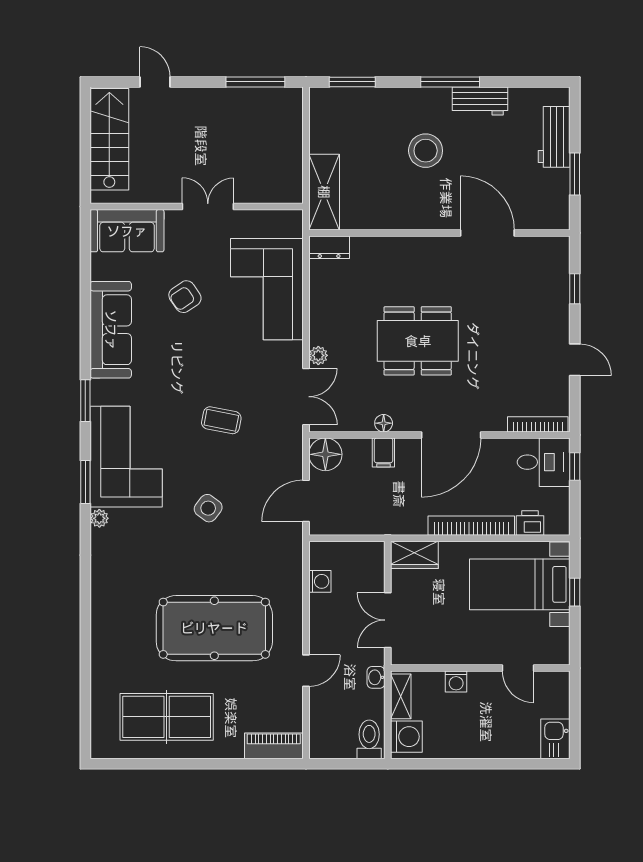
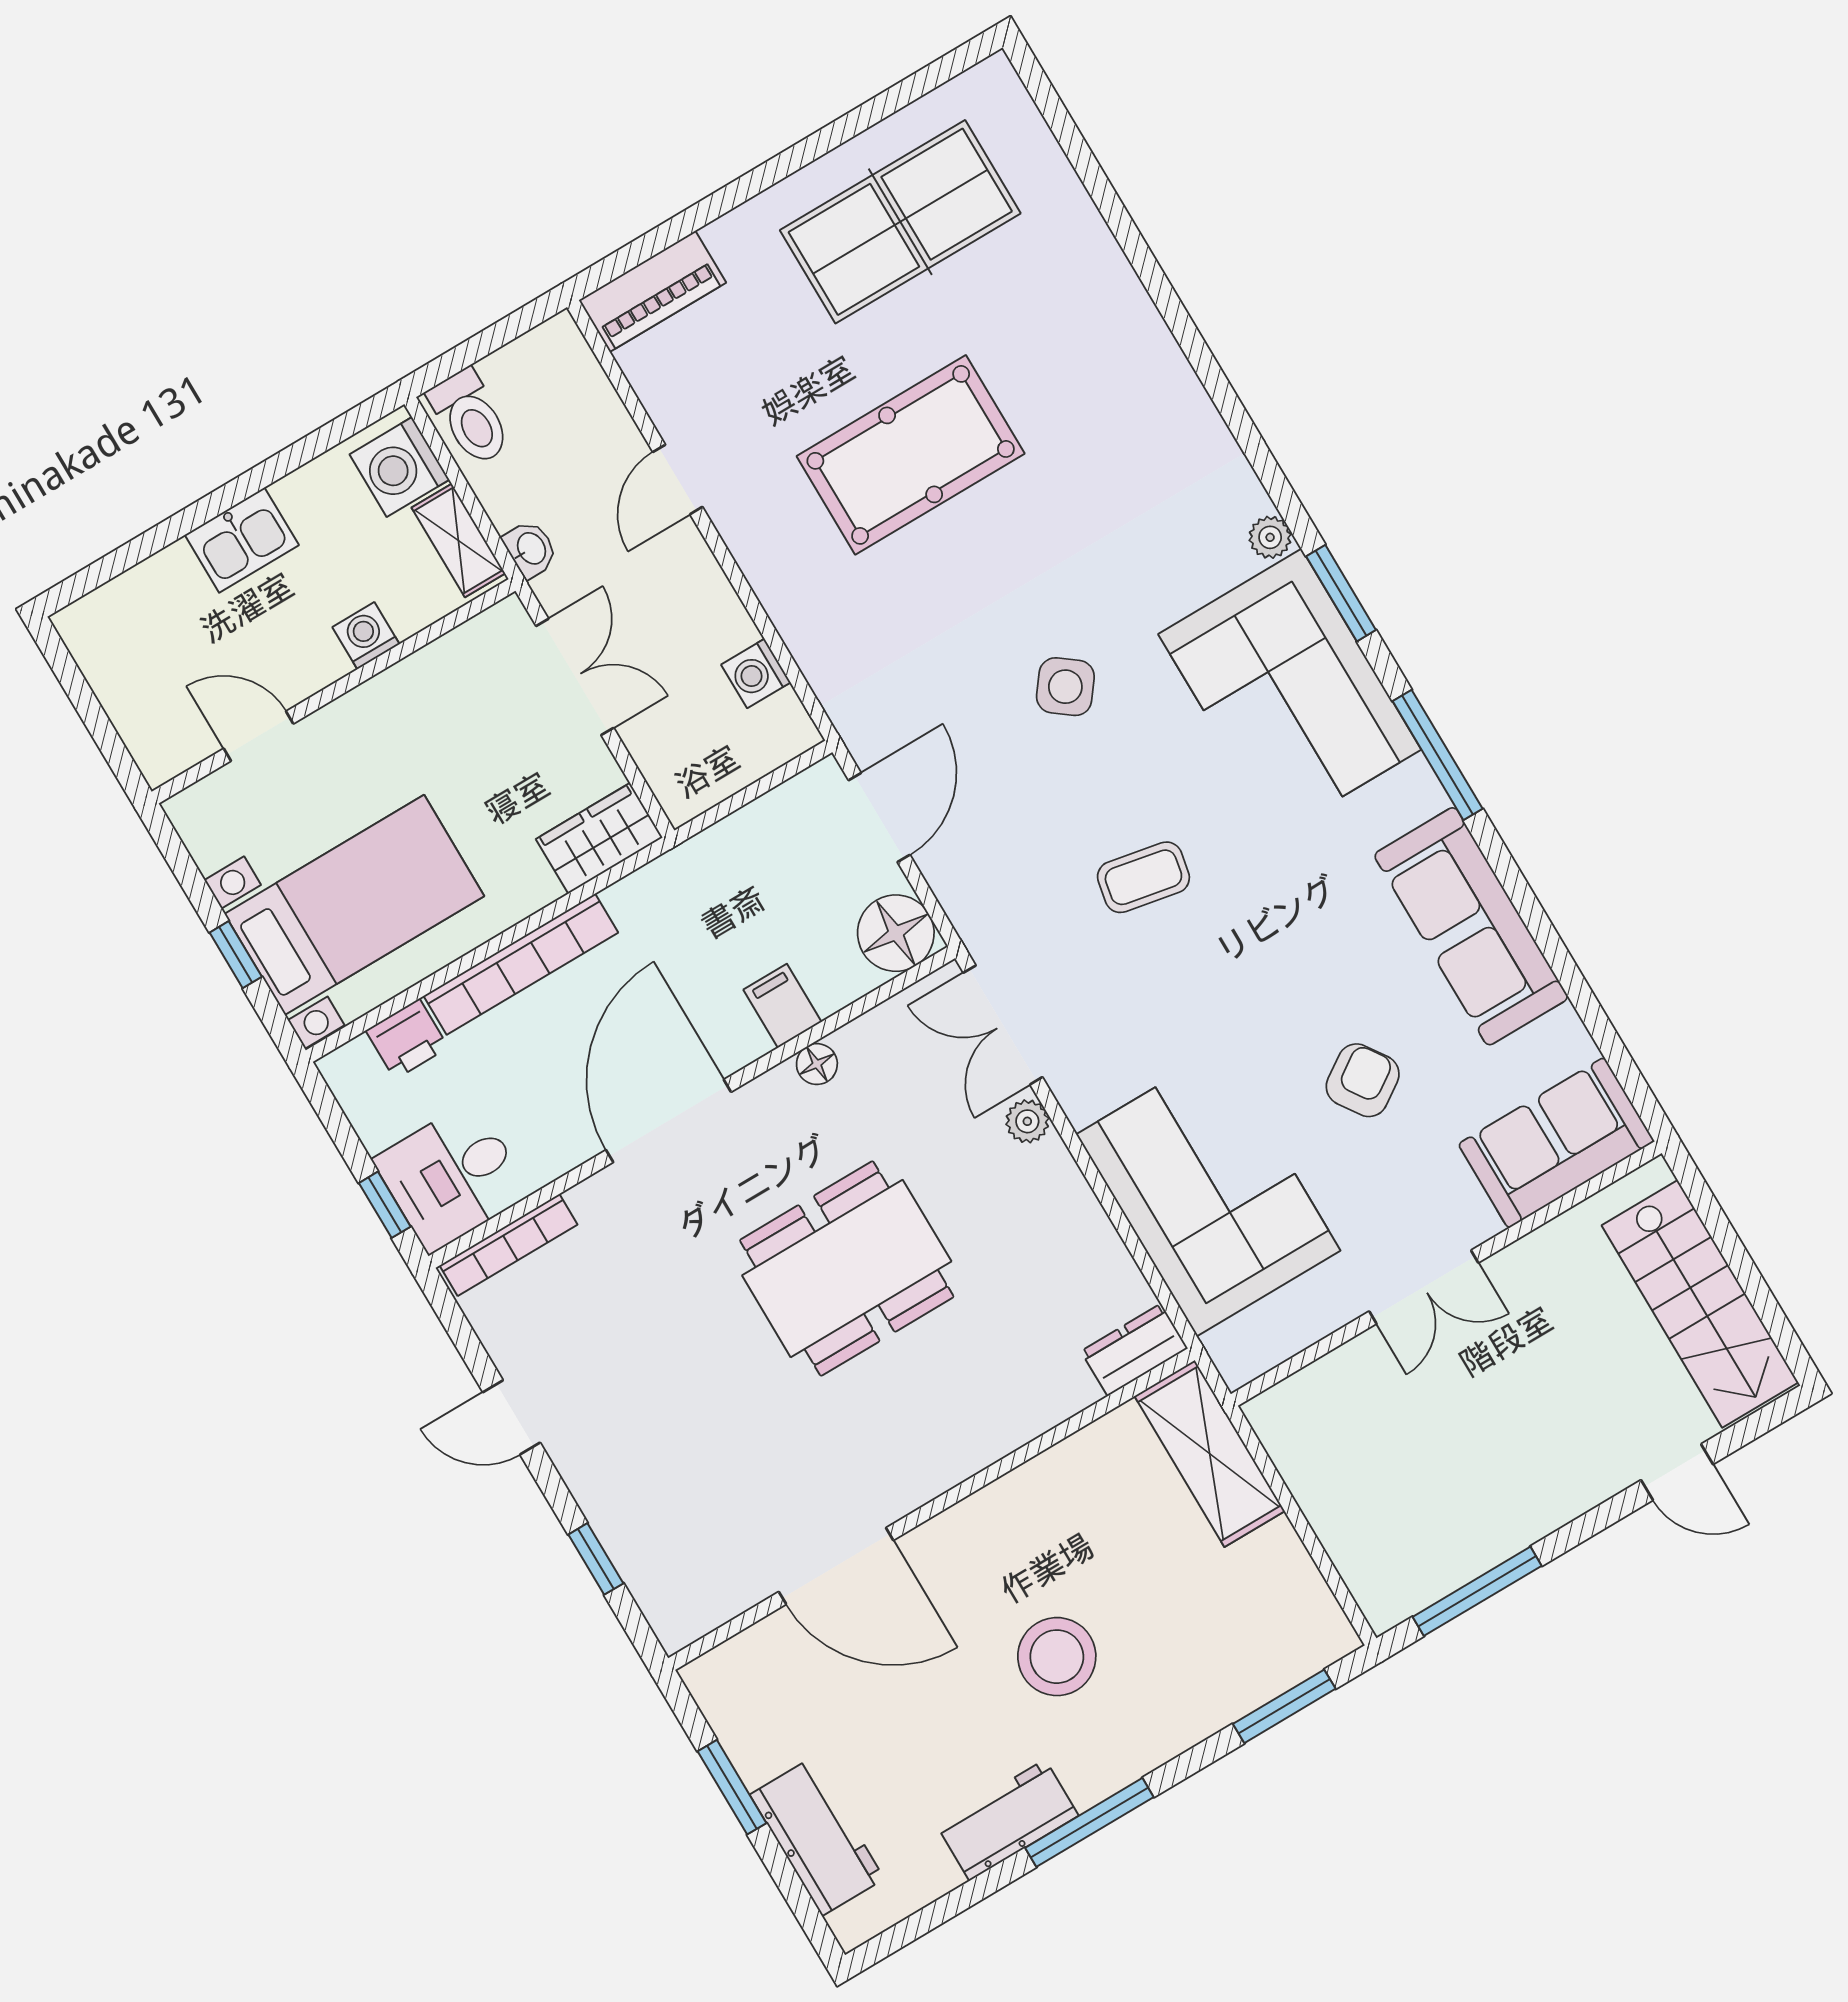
window: (85, 401) -> (1438, 755), width x1.44
pool table: (214, 628) -> (911, 455), width x0.73, depth x0.76
kitchen sink: (555, 739) -> (242, 540), moved, turned 90

